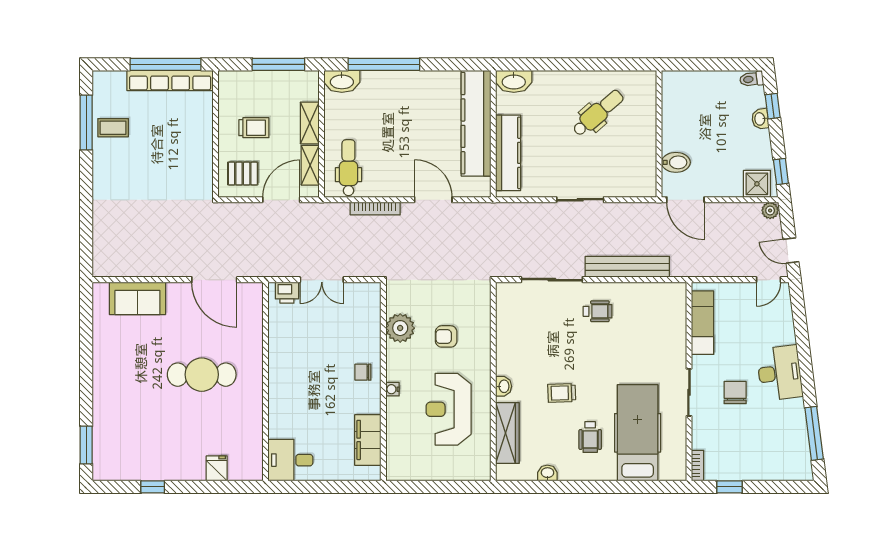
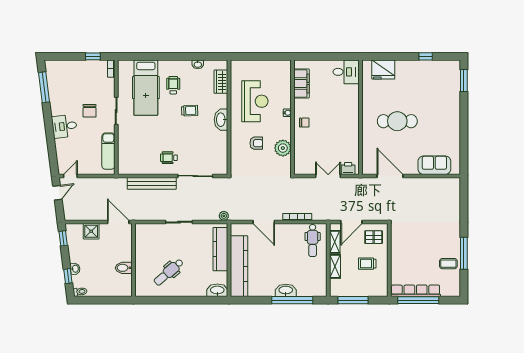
washbasin: (342, 81) -> (286, 290), moved
window: (86, 123) -> (464, 253), moved
bidet: (676, 162) -> (124, 268), moved
shower: (757, 184) -> (91, 231), moved
plant: (770, 210) -> (224, 216), moved
door: (791, 251) -> (57, 193), hinge flipped
desk: (780, 373) -> (64, 126), width x0.73
washbasin: (504, 386) -> (221, 120), width x1.91, depth x1.45
wardrobe: (507, 433) -> (221, 82), width x0.67
fridge: (217, 468) -> (383, 70), width x1.88, depth x1.34

